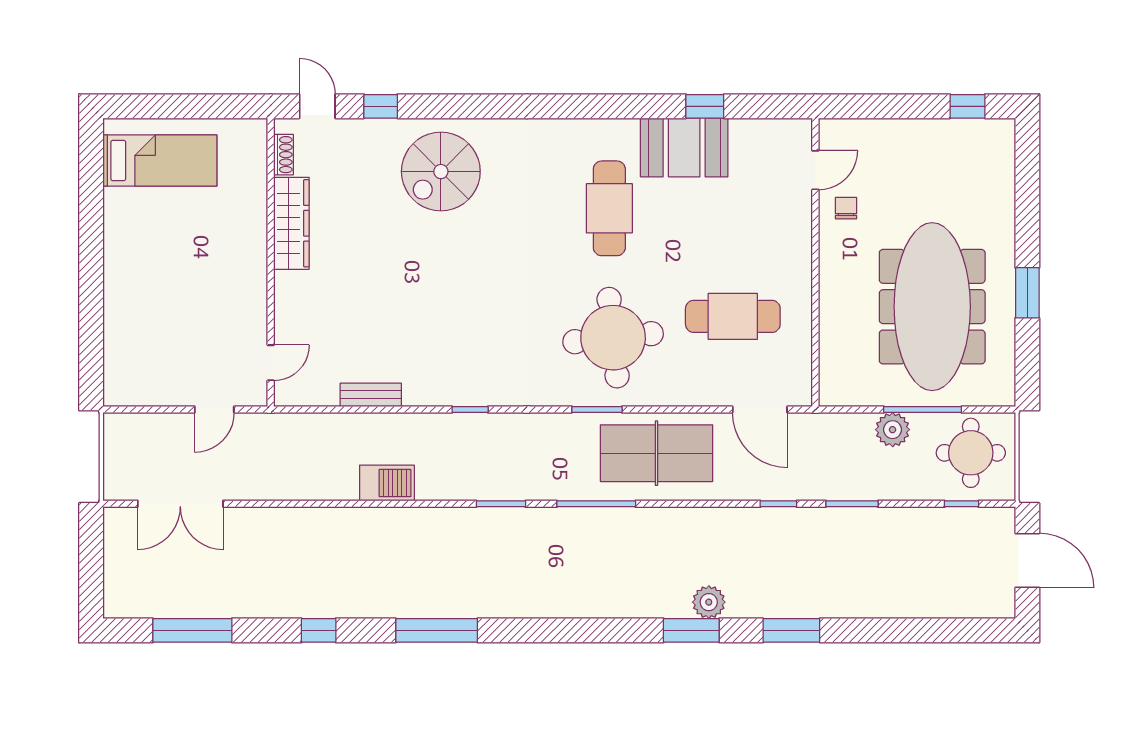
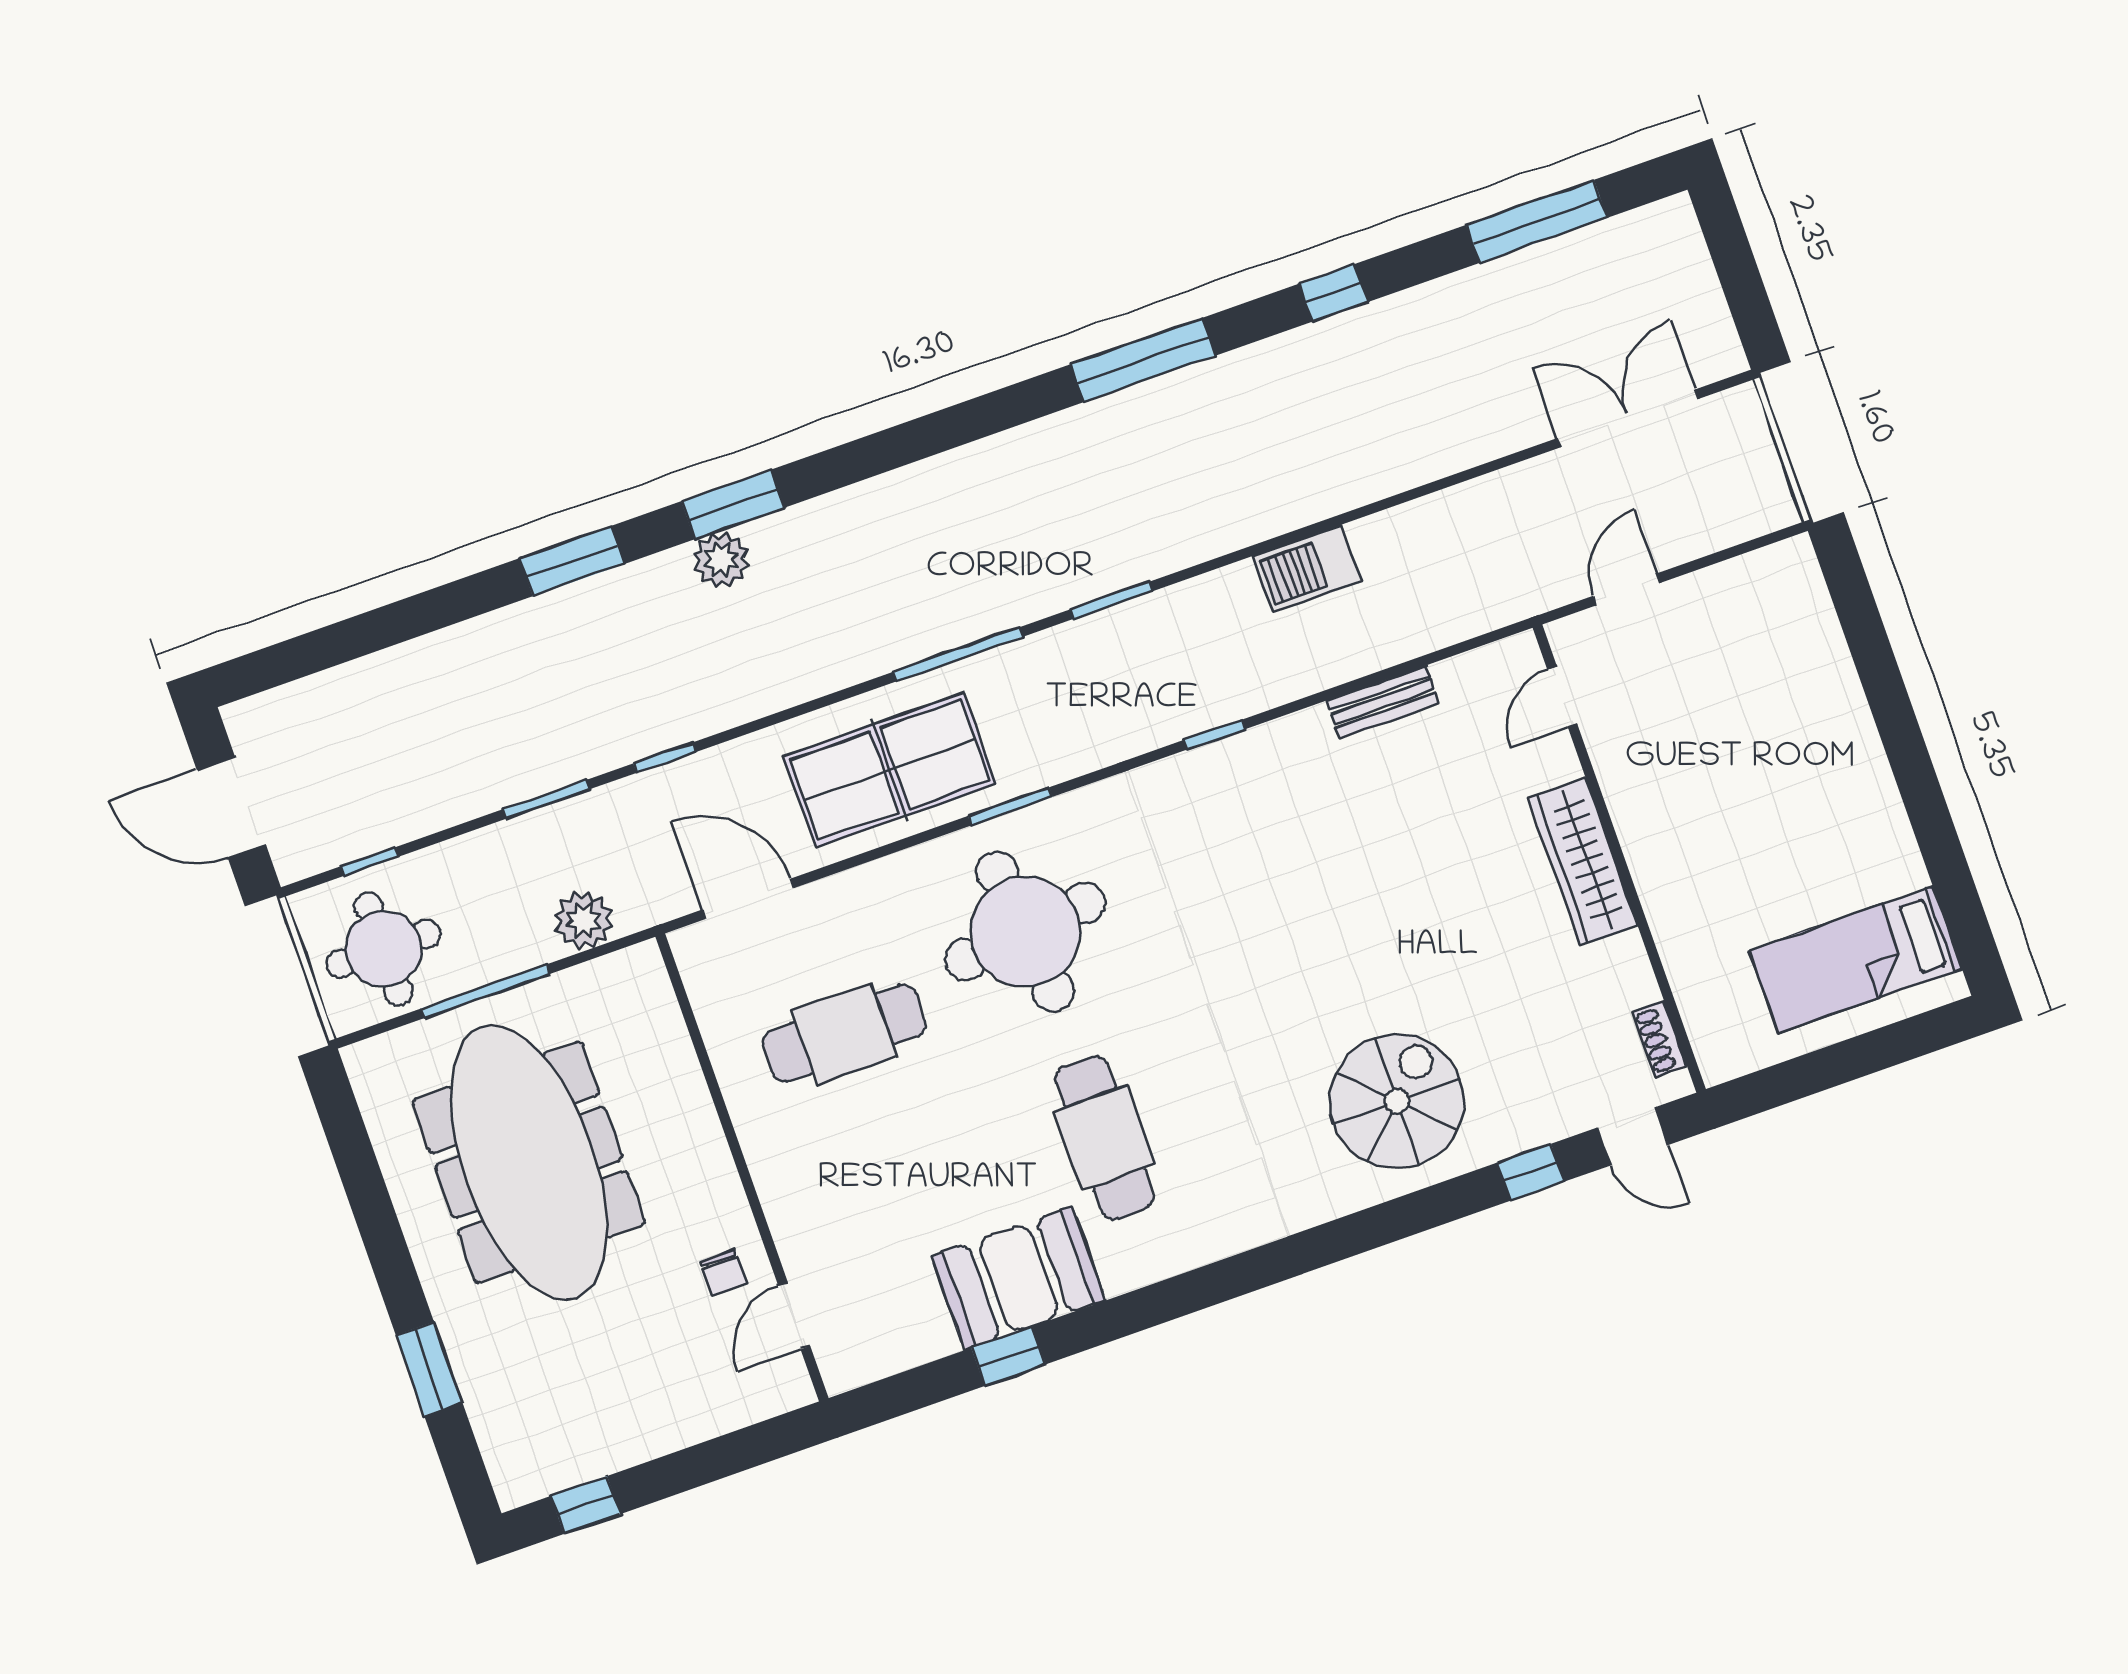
wardrobe: (291, 223) -> (1583, 861), moved
window: (1027, 293) -> (429, 1369), moved
plant: (893, 430) -> (583, 920), moved

